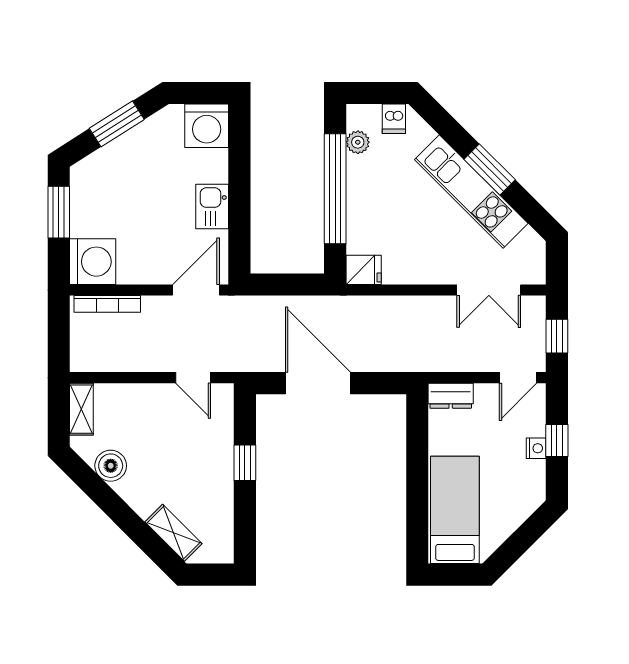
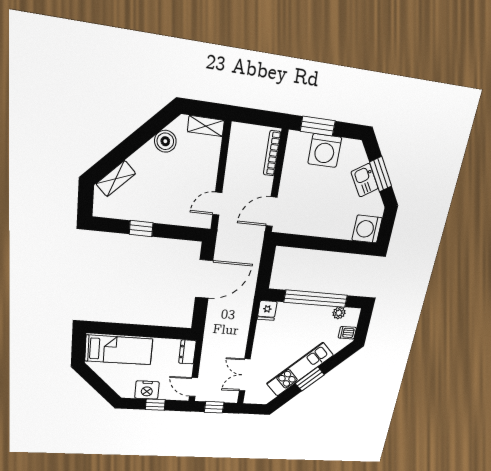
kitchen sink: (212, 207) -> (365, 180), moved, turned -122
window: (59, 212) -> (318, 126), moved
washing machine: (93, 262) -> (325, 151), moved
door: (196, 290) -> (272, 212), swing flipped
nightstand: (536, 448) -> (147, 390), width x1.89, depth x1.79
window: (245, 463) -> (141, 228), moved

